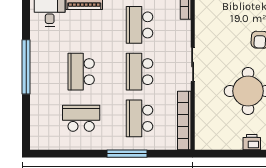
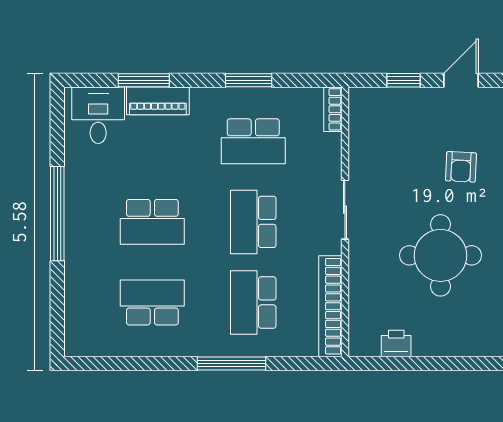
school desk: (140, 25) -> (253, 141), turned -90
school desk: (81, 72) -> (152, 222), turned -90
printer: (252, 142) -> (396, 343), moved

